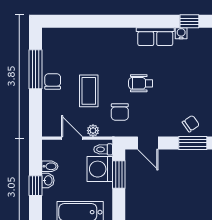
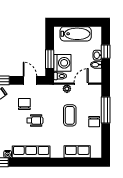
row of seats: (78, 37) -> (77, 152), added
row of seats: (155, 37) -> (31, 152), width x1.48
window: (35, 69) -> (106, 110), moved
chair: (120, 112) -> (24, 104), moved
door: (72, 138) -> (81, 84), swing flipped

